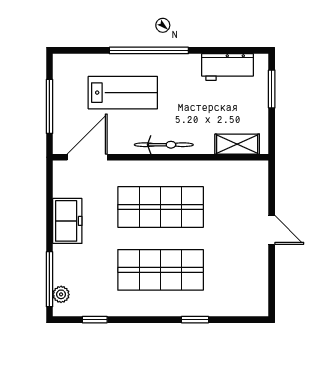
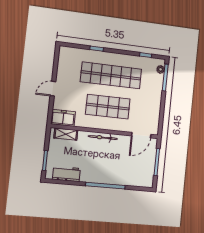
lab bench: (123, 93) -> (121, 166), removed
freezer: (67, 221) -> (63, 118), moved, turned 90
door: (272, 230) -> (53, 89), hinge flipped
shop shelf: (161, 270) -> (111, 75), width x1.40

